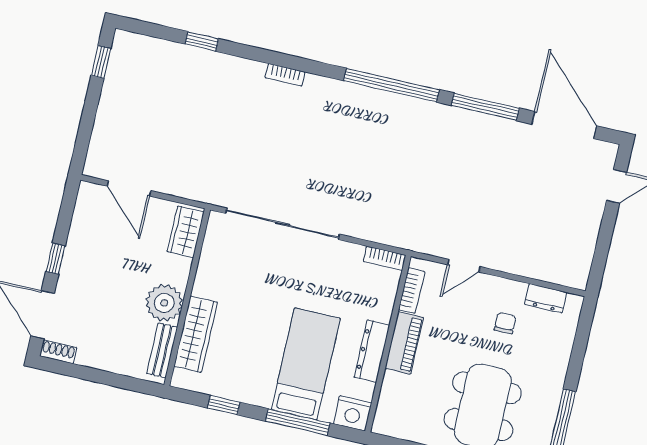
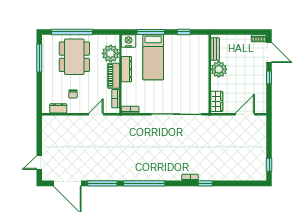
window: (202, 41) -> (205, 183), moved
door: (129, 188) -> (245, 114), hinge flipped
wardrobe: (196, 334) -> (202, 59), removed
plant: (399, 395) -> (111, 53), added

